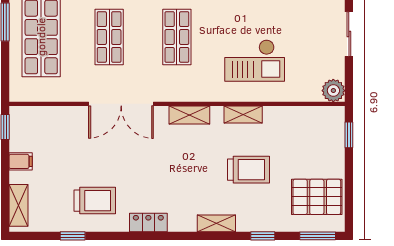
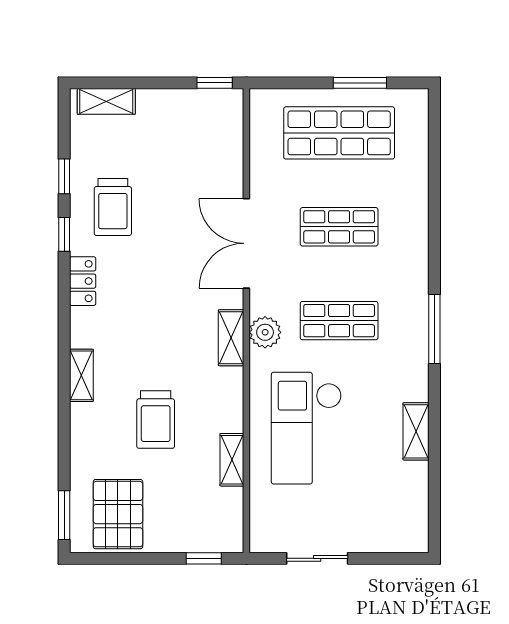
sliding door: (349, 34) -> (317, 558), moved
checkout: (255, 61) -> (306, 428), width x1.36, depth x1.21
plant: (333, 91) -> (265, 332), moved
shelving: (243, 115) -> (232, 460), moved
filing cabinet: (21, 161) -> (167, 104), removed
window: (263, 236) -> (64, 234), moved

